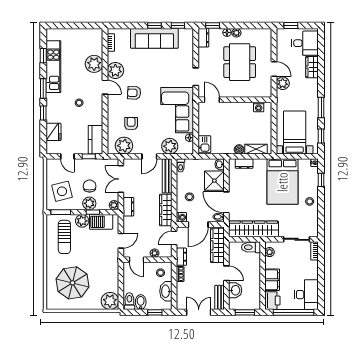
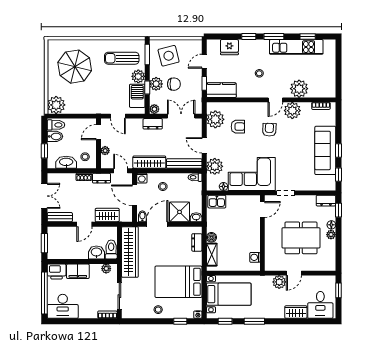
wardrobe: (217, 245) -> (107, 215), width x0.67
washbasin: (235, 290) -> (96, 252), moved, turned 180

